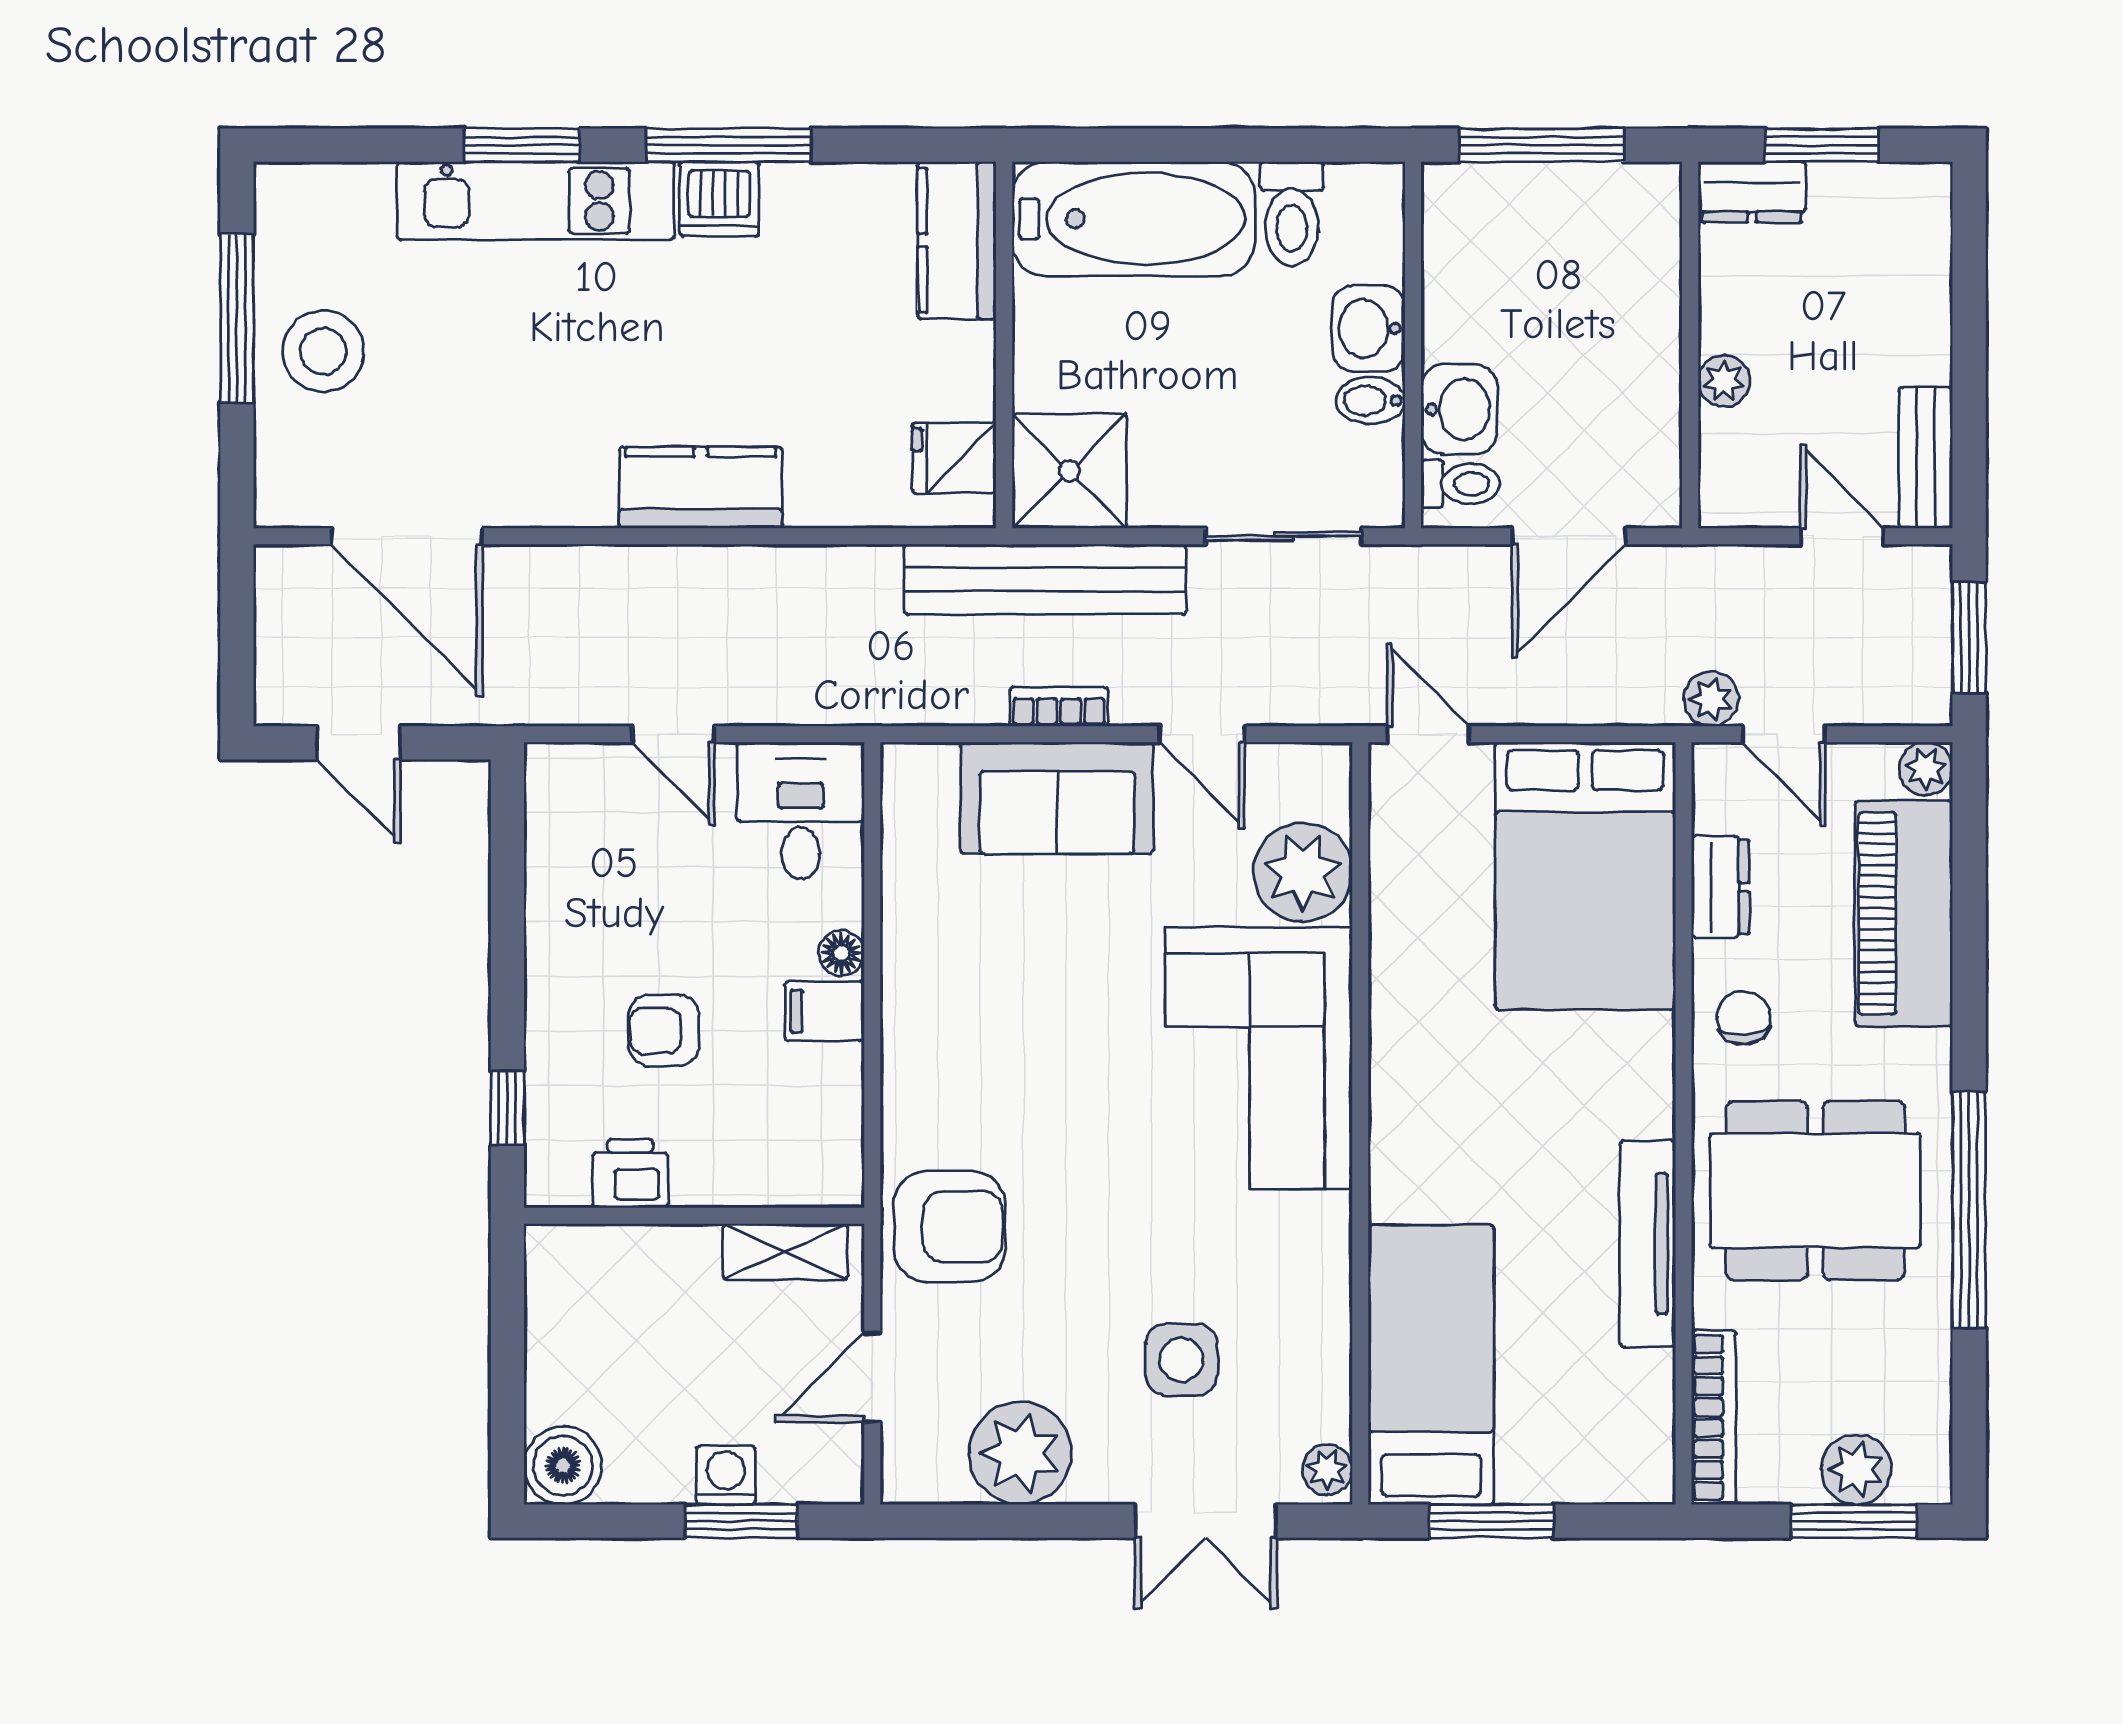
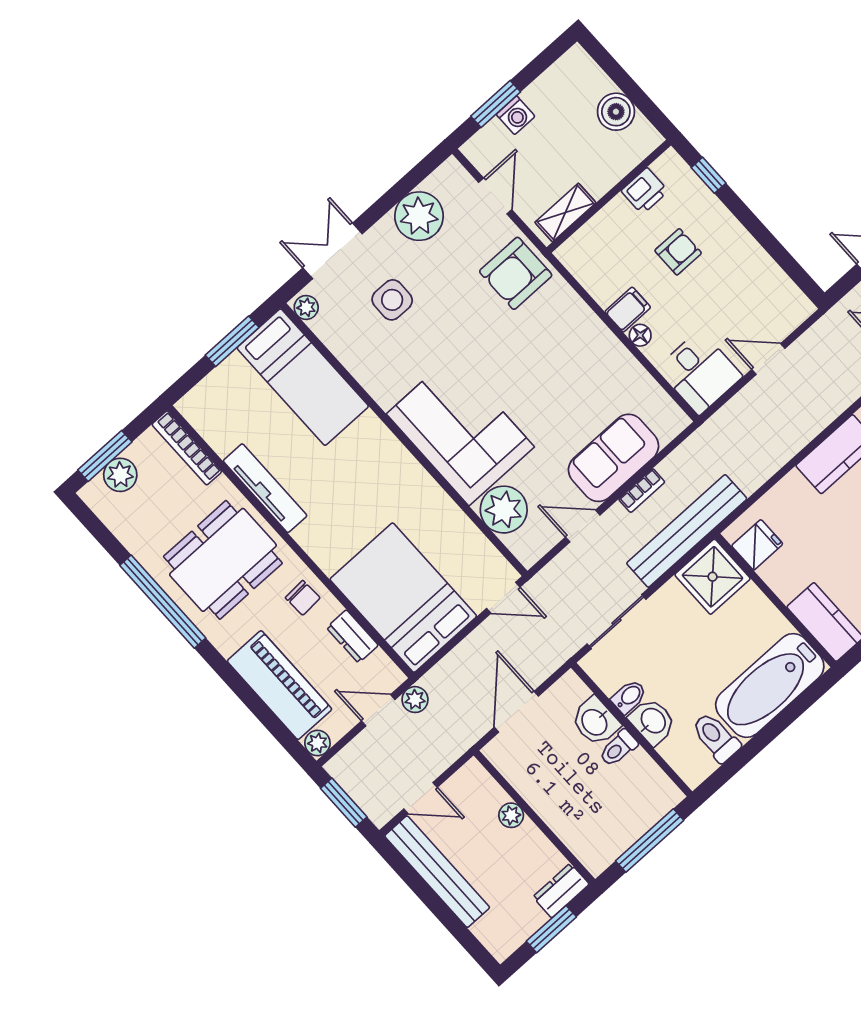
bench: (1926, 458) -> (437, 872), width x1.86, depth x1.21
toilet: (1460, 484) -> (618, 748), moved
boiler: (563, 1466) -> (616, 112), moved

